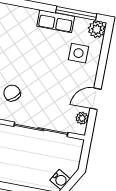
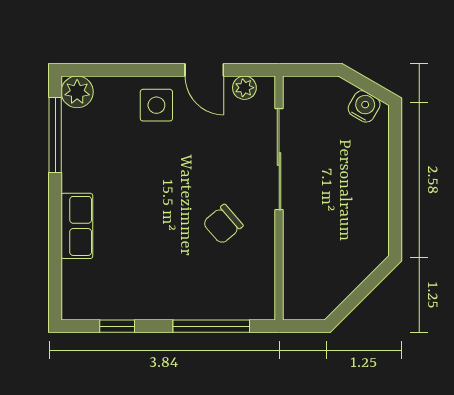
row of seats: (56, 21) -> (77, 226), moved
side table: (78, 53) -> (156, 105), moved

